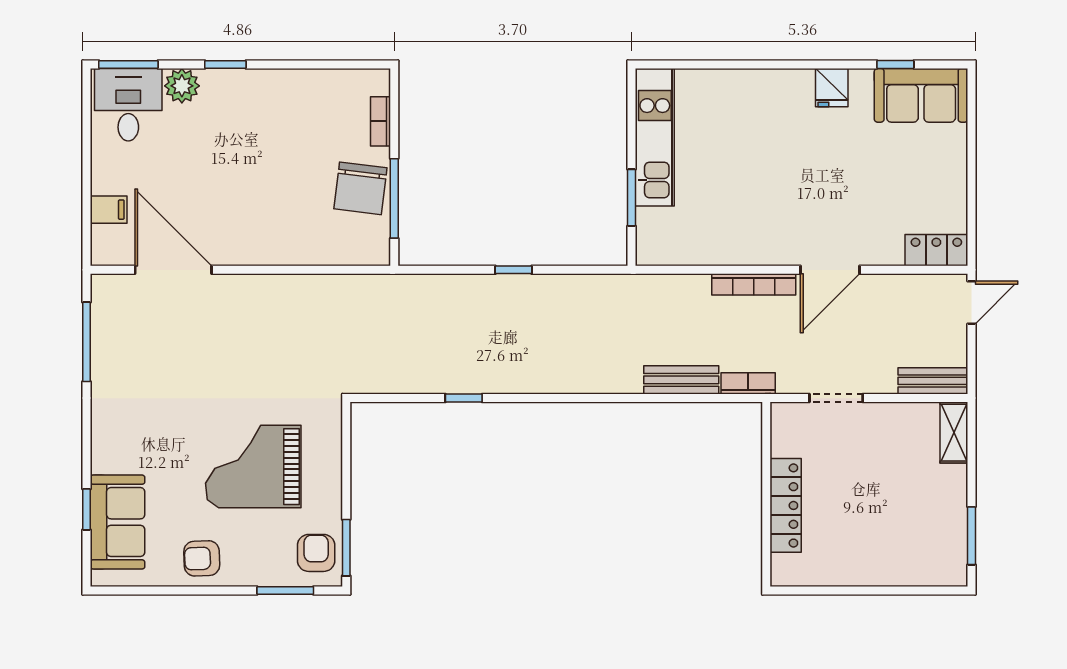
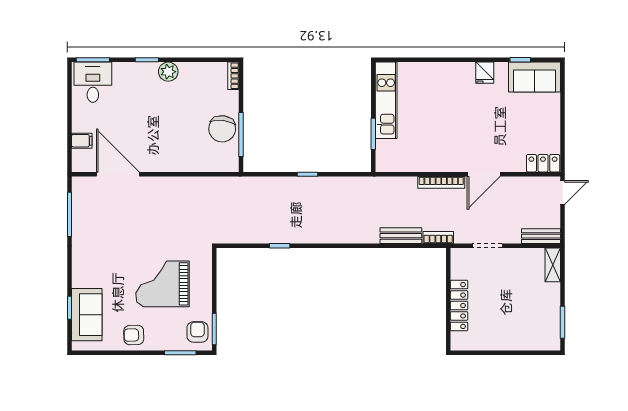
plant: (182, 86) -> (168, 72), moved
bookcase: (381, 121) -> (233, 76), moved

